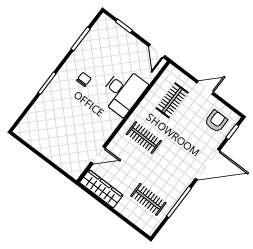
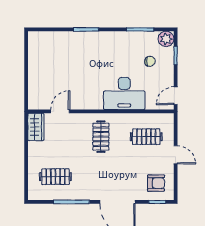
plant: (104, 23) -> (166, 39), added
chair: (84, 79) -> (150, 61), moved
door: (98, 155) -> (60, 111), swing flipped
wardrobe: (101, 189) -> (36, 127), width x0.67
clothes rail: (148, 199) -> (55, 177), turned 90

